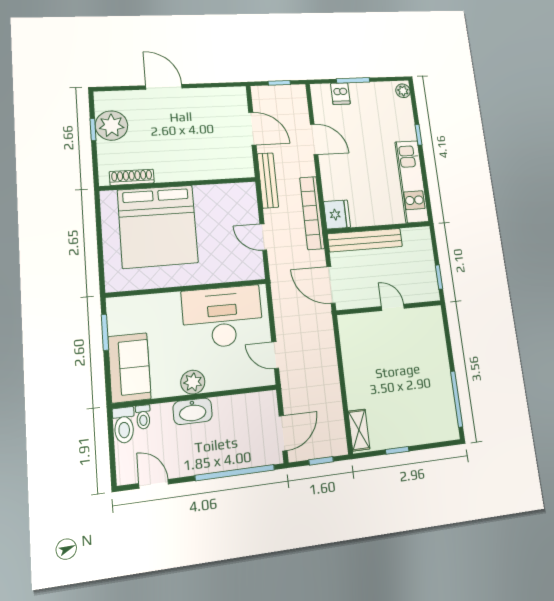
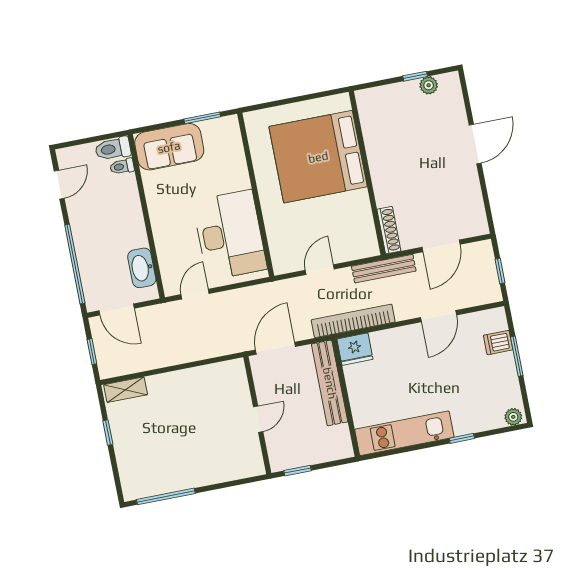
plant: (112, 126) -> (429, 85), width x0.53, depth x0.53
shoe rack: (132, 177) -> (389, 230), moved
plant: (193, 382) -> (160, 212), removed
washbasin: (193, 411) -> (142, 268), moved

